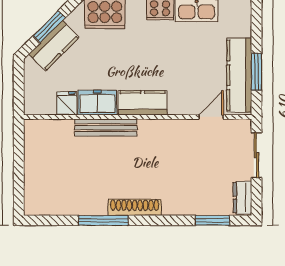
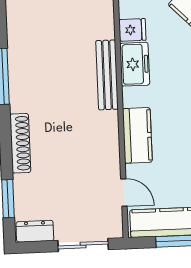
kitchen counter: (143, 103) -> (137, 135), moved
shoe rack: (135, 207) -> (20, 143), moved

